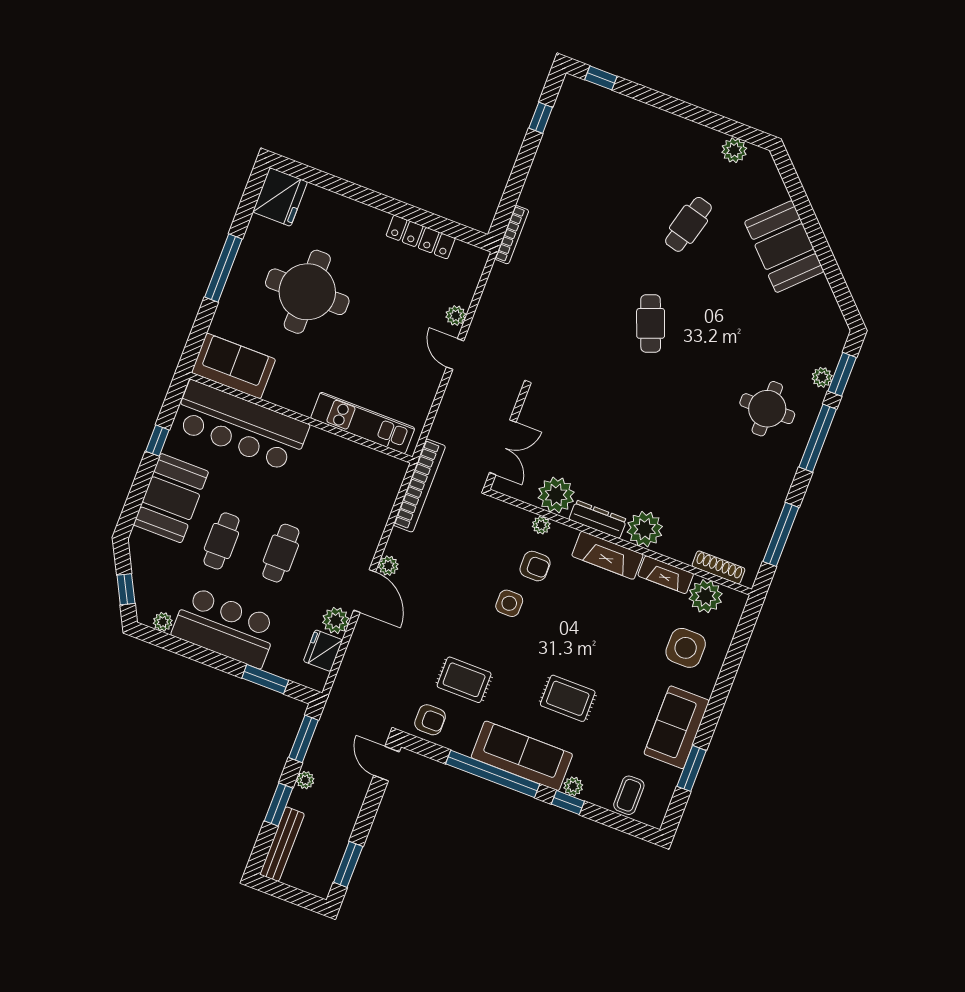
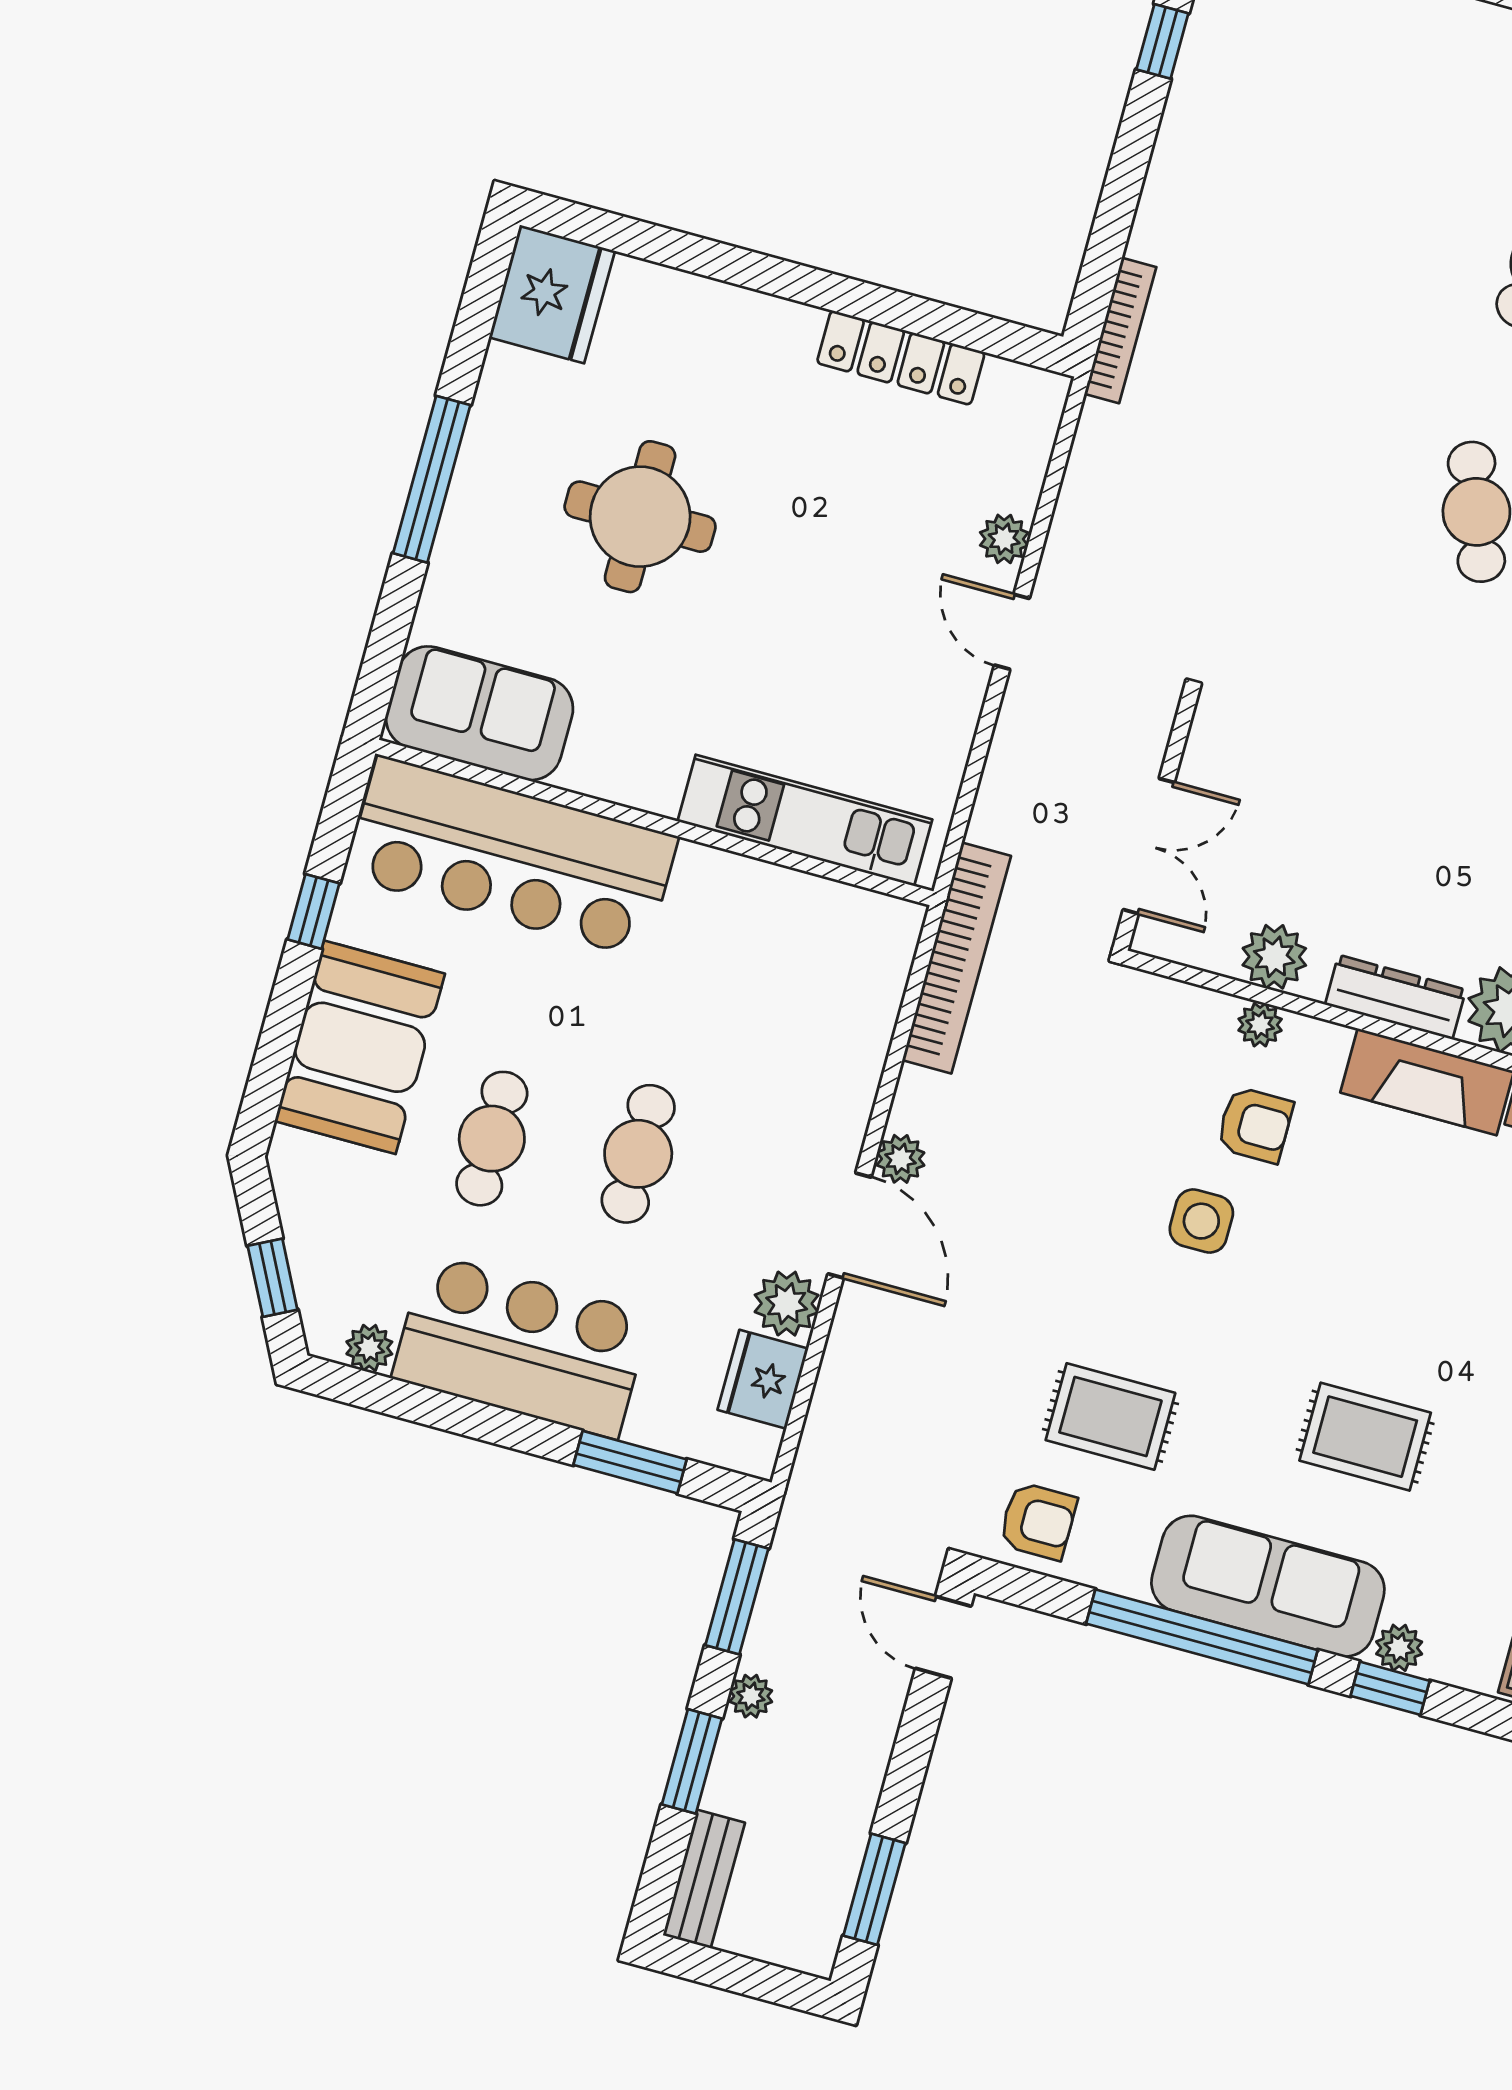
round table: (307, 292) -> (640, 517), width x0.73, depth x0.73
plant: (556, 495) -> (1274, 957), width x0.73, depth x0.73
bench: (282, 844) -> (704, 1879), width x0.73

